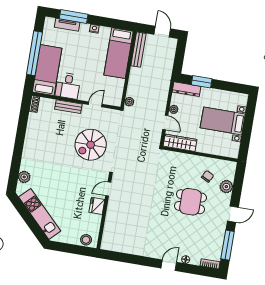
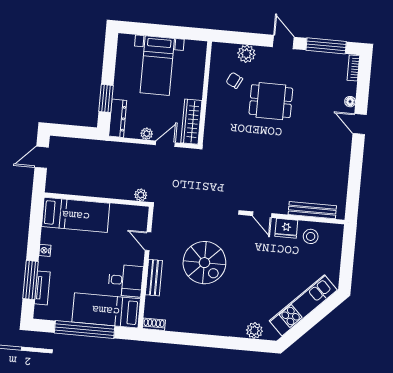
bench: (138, 50) -> (312, 210), moved
spiral stairs: (91, 145) -> (204, 263), moved
dining table: (190, 202) -> (271, 101), turned 90
stool: (86, 240) -> (311, 236), moved

